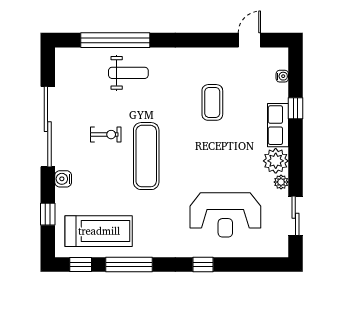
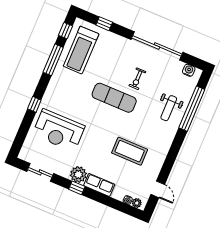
coffee table: (212, 102) -> (130, 151), width x1.36, depth x1.32
window: (295, 108) -> (77, 188), moved
water cooler: (63, 179) -> (189, 70), moved
plant: (281, 182) -> (137, 203), moved
reception desk: (225, 215) -> (59, 130), turned -90

